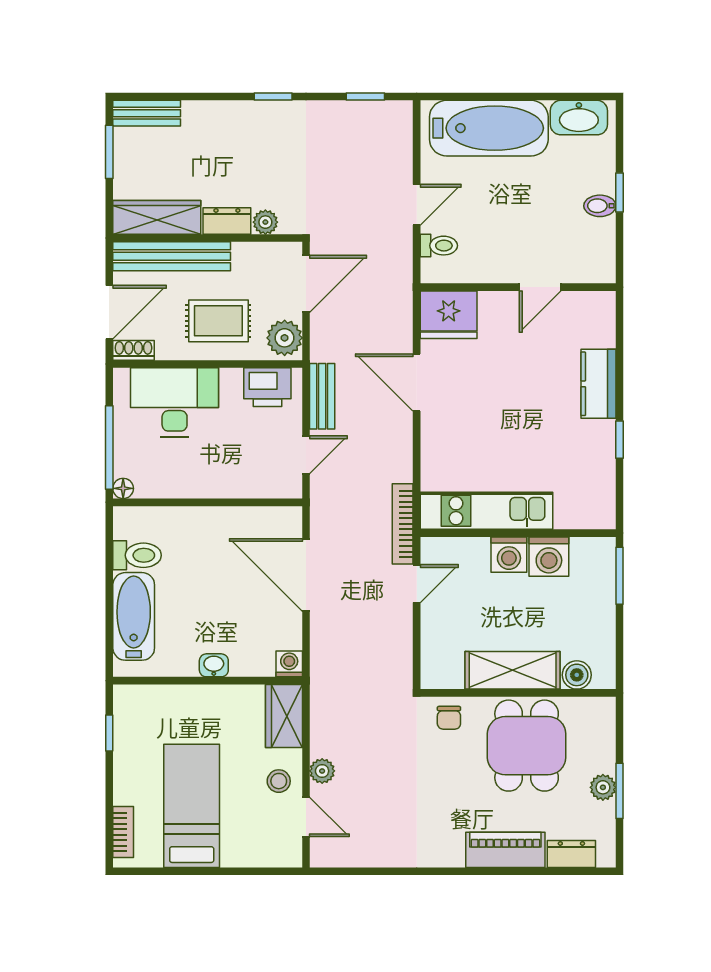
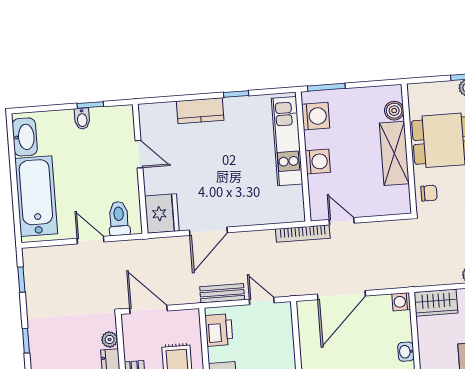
window: (620, 193) -> (90, 105), moved
toilet: (439, 246) -> (119, 218), width x1.37, depth x1.39
plant: (285, 338) -> (185, 321), removed
kitchen unit: (486, 511) -> (287, 141), moved
washing machine: (549, 557) -> (316, 116), moved

